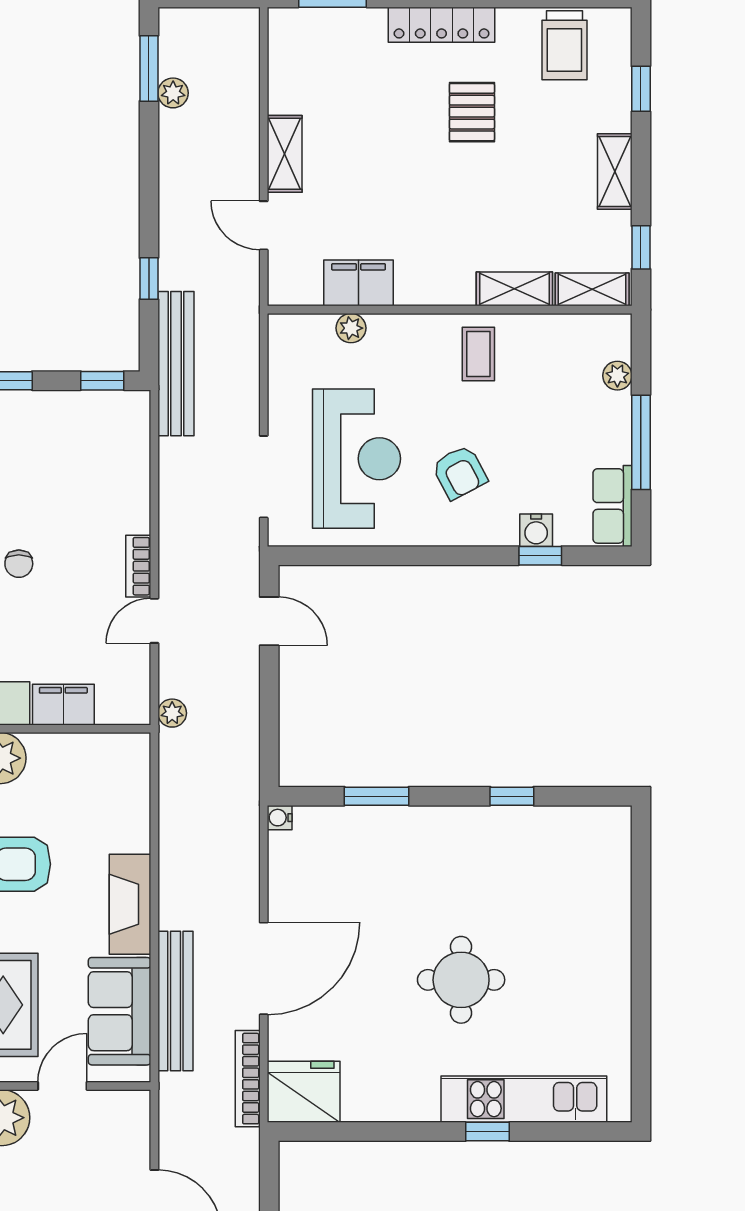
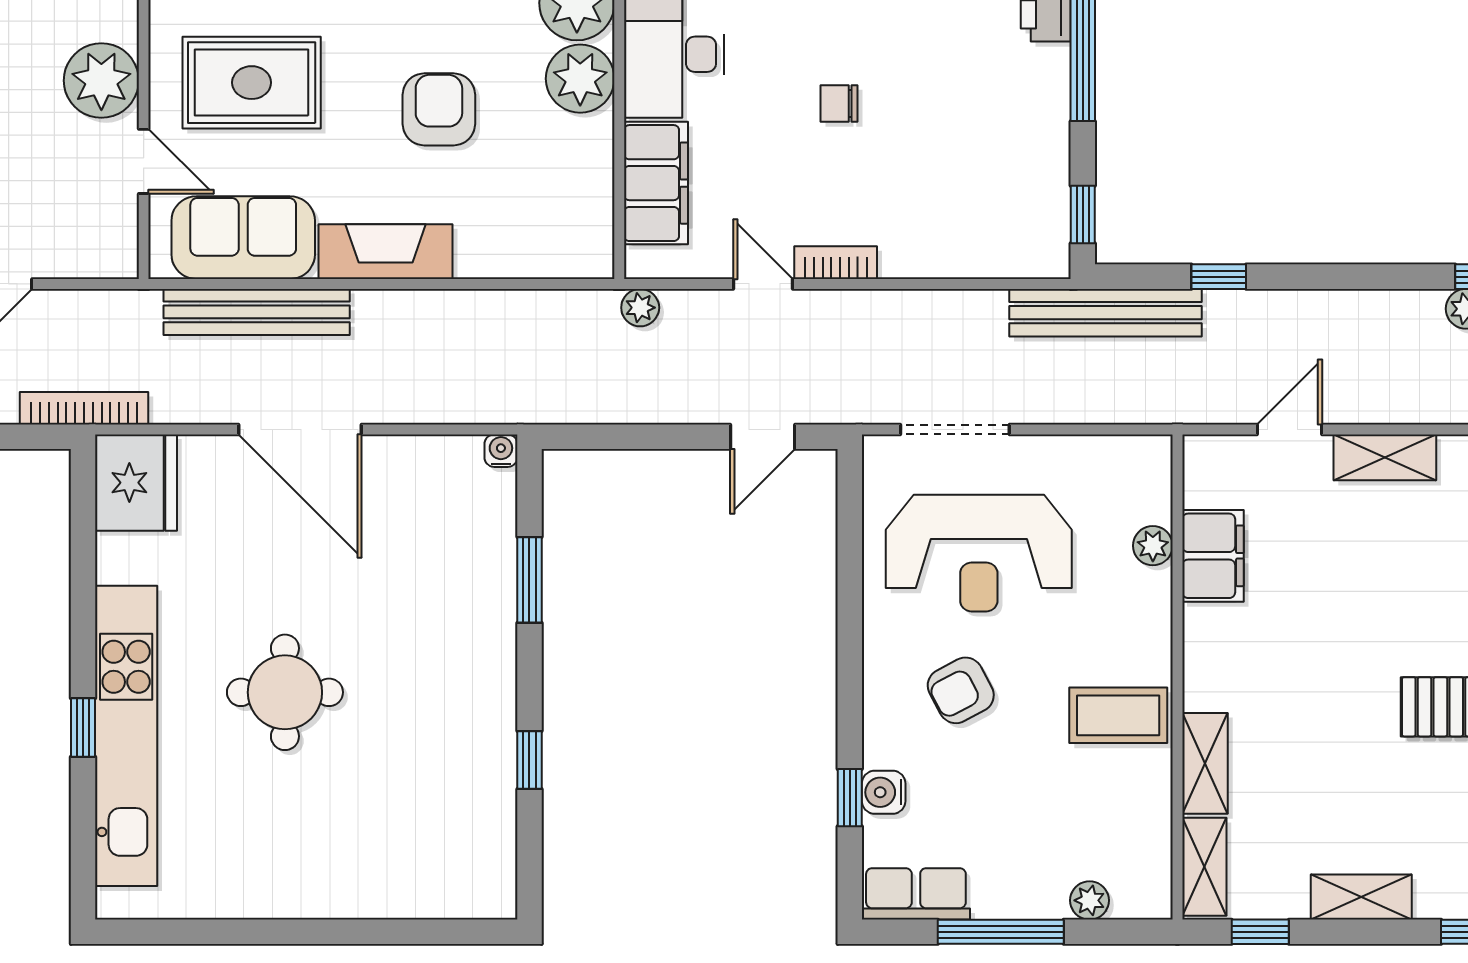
coffee table: (478, 354) -> (1118, 715), width x1.36, depth x1.30
filing cabinet: (63, 705) -> (656, 183), width x1.50, depth x1.17
bookcase: (248, 1079) -> (84, 408), moved
kitchen unit: (524, 1099) -> (126, 736), width x1.36

